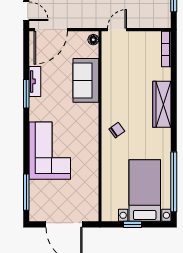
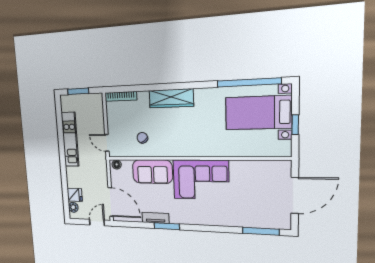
chair: (117, 130) -> (142, 138), moved
corner sofa: (50, 151) -> (201, 180), moved, turned 180

